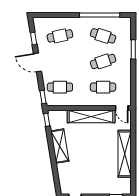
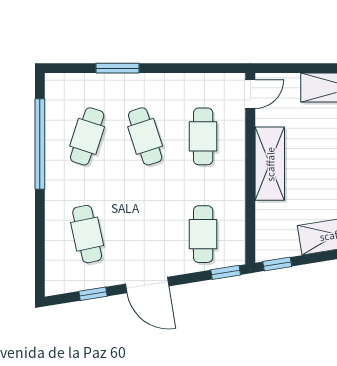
door: (37, 62) -> (147, 285), hinge flipped
shelving: (91, 117) -> (270, 164), width x0.68

